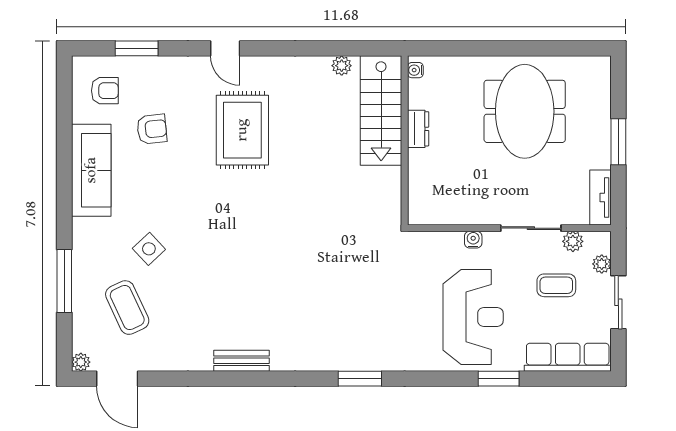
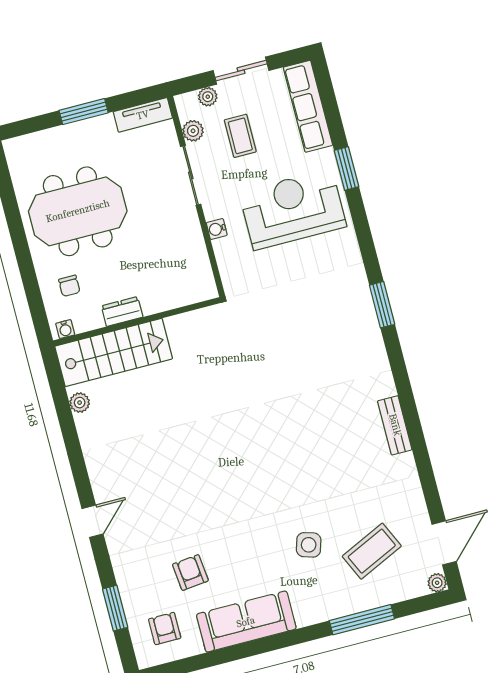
chair: (456, 85) -> (69, 286), added
rug: (242, 130) -> (168, 483), removed
side table: (149, 249) -> (309, 545), turned -30

